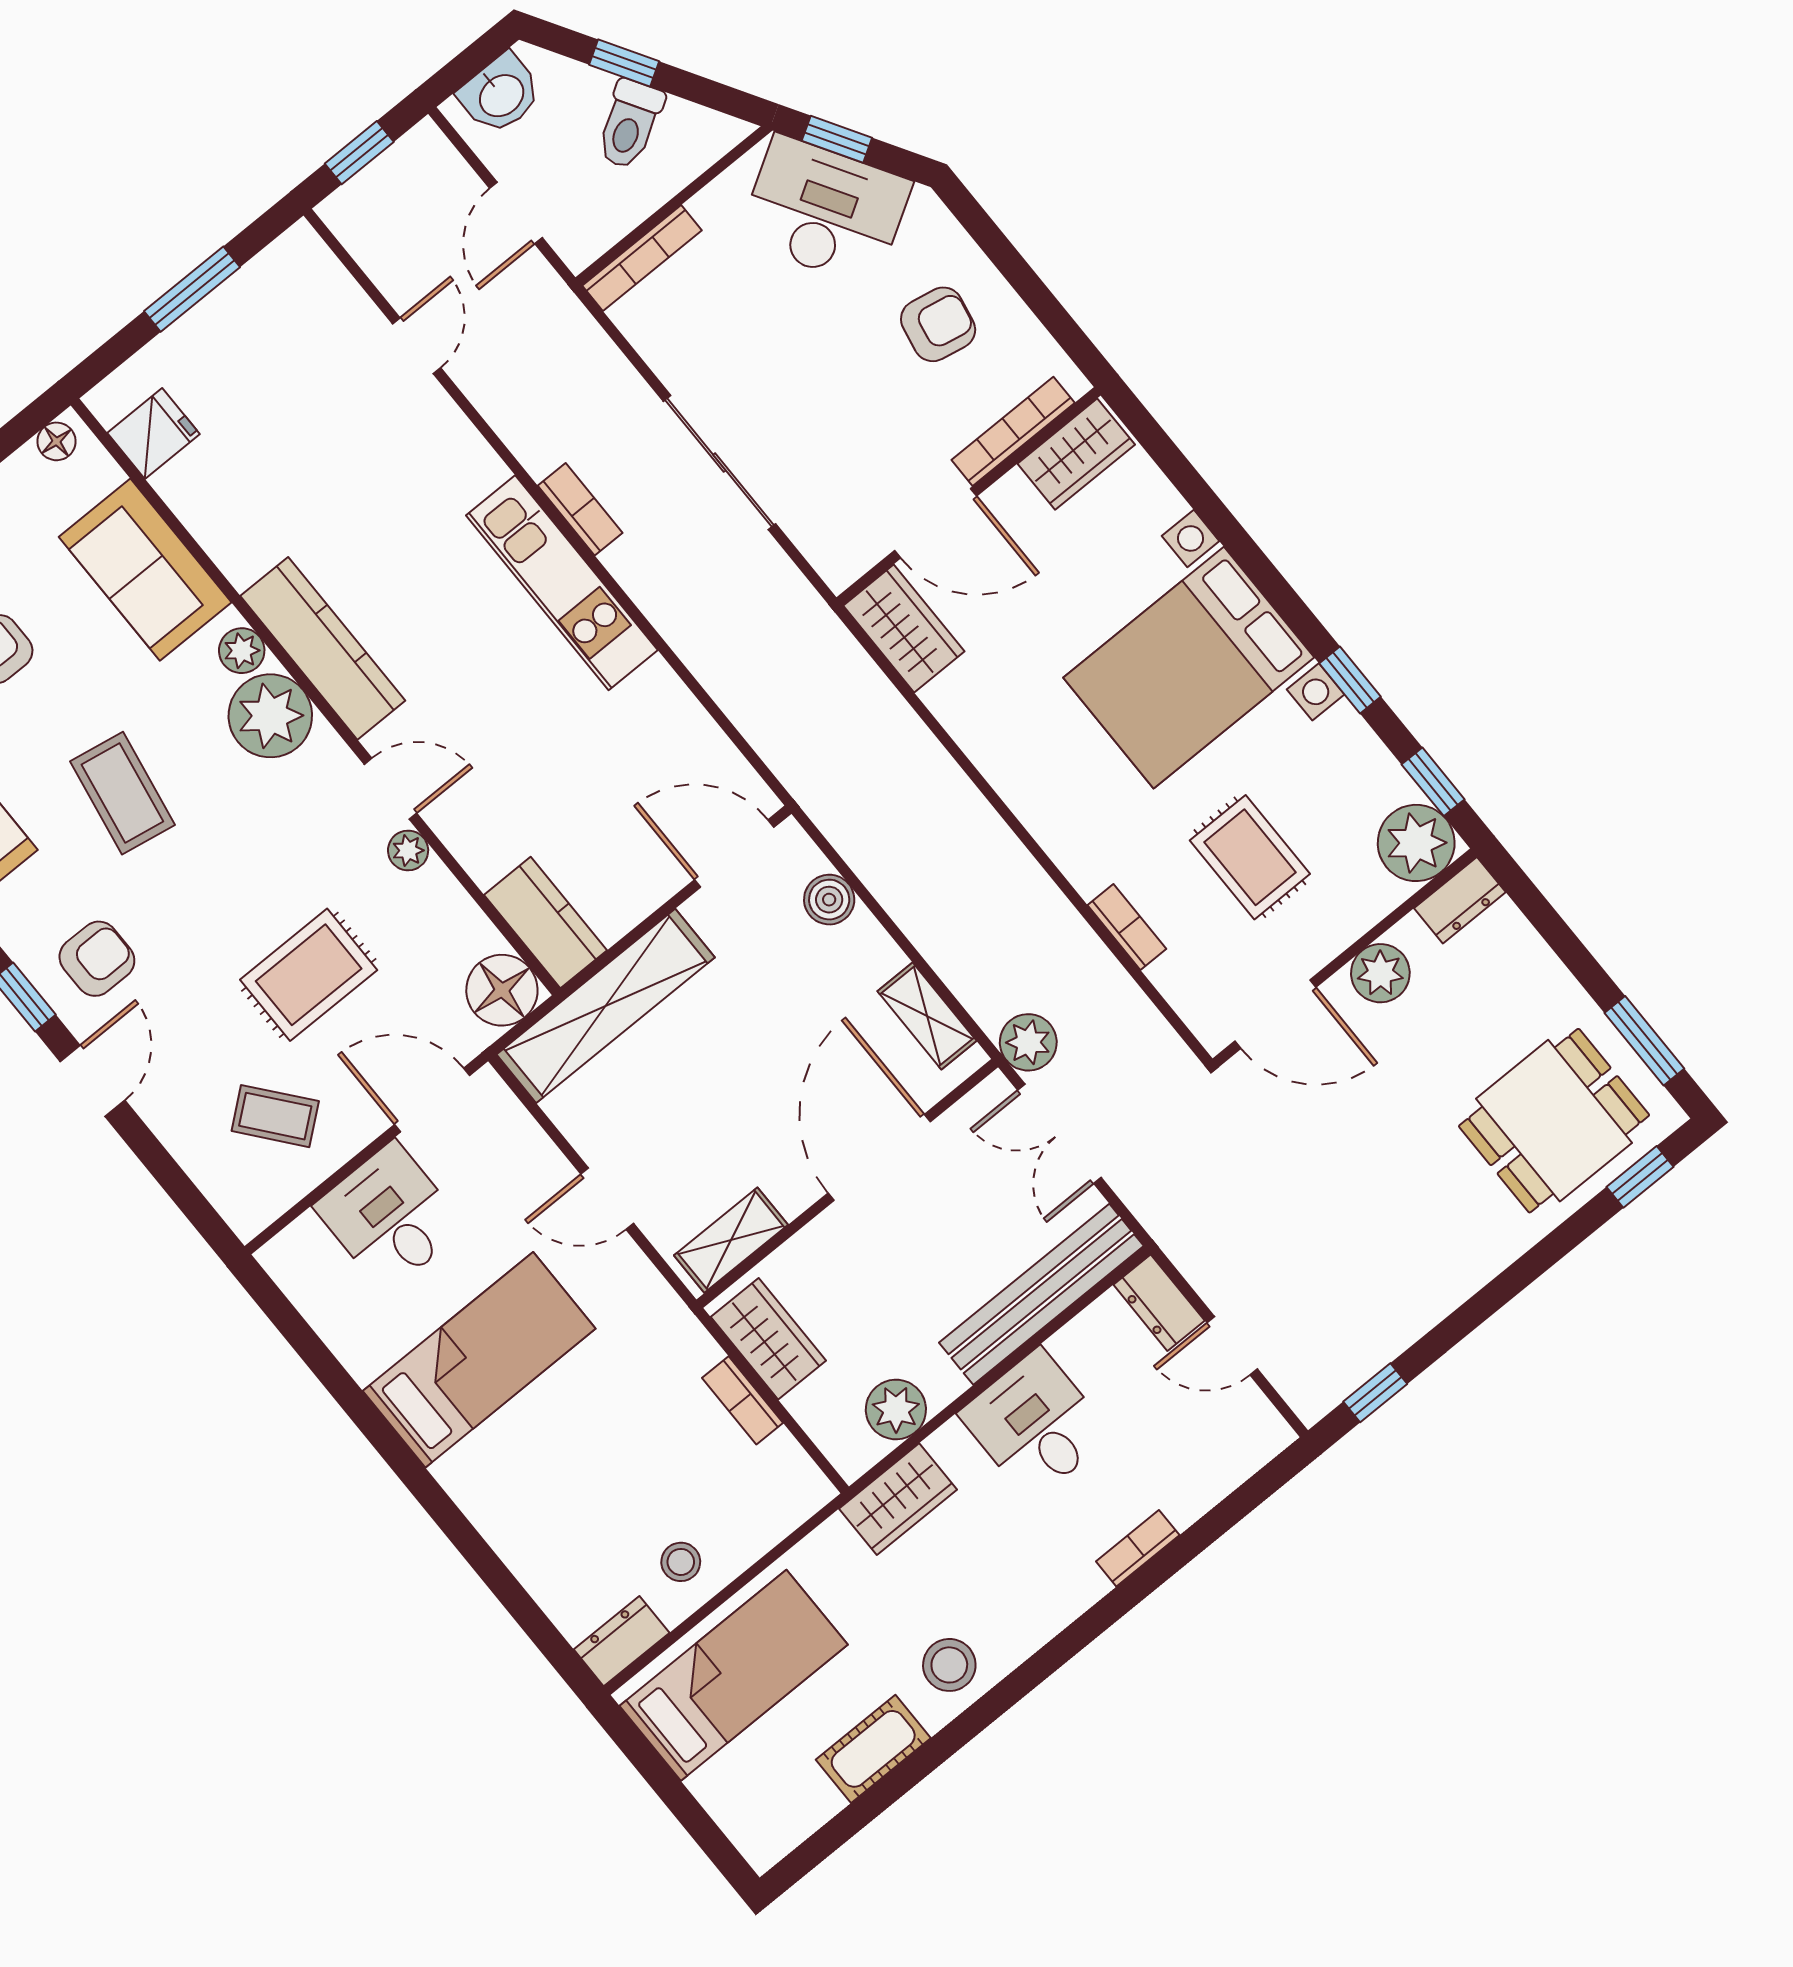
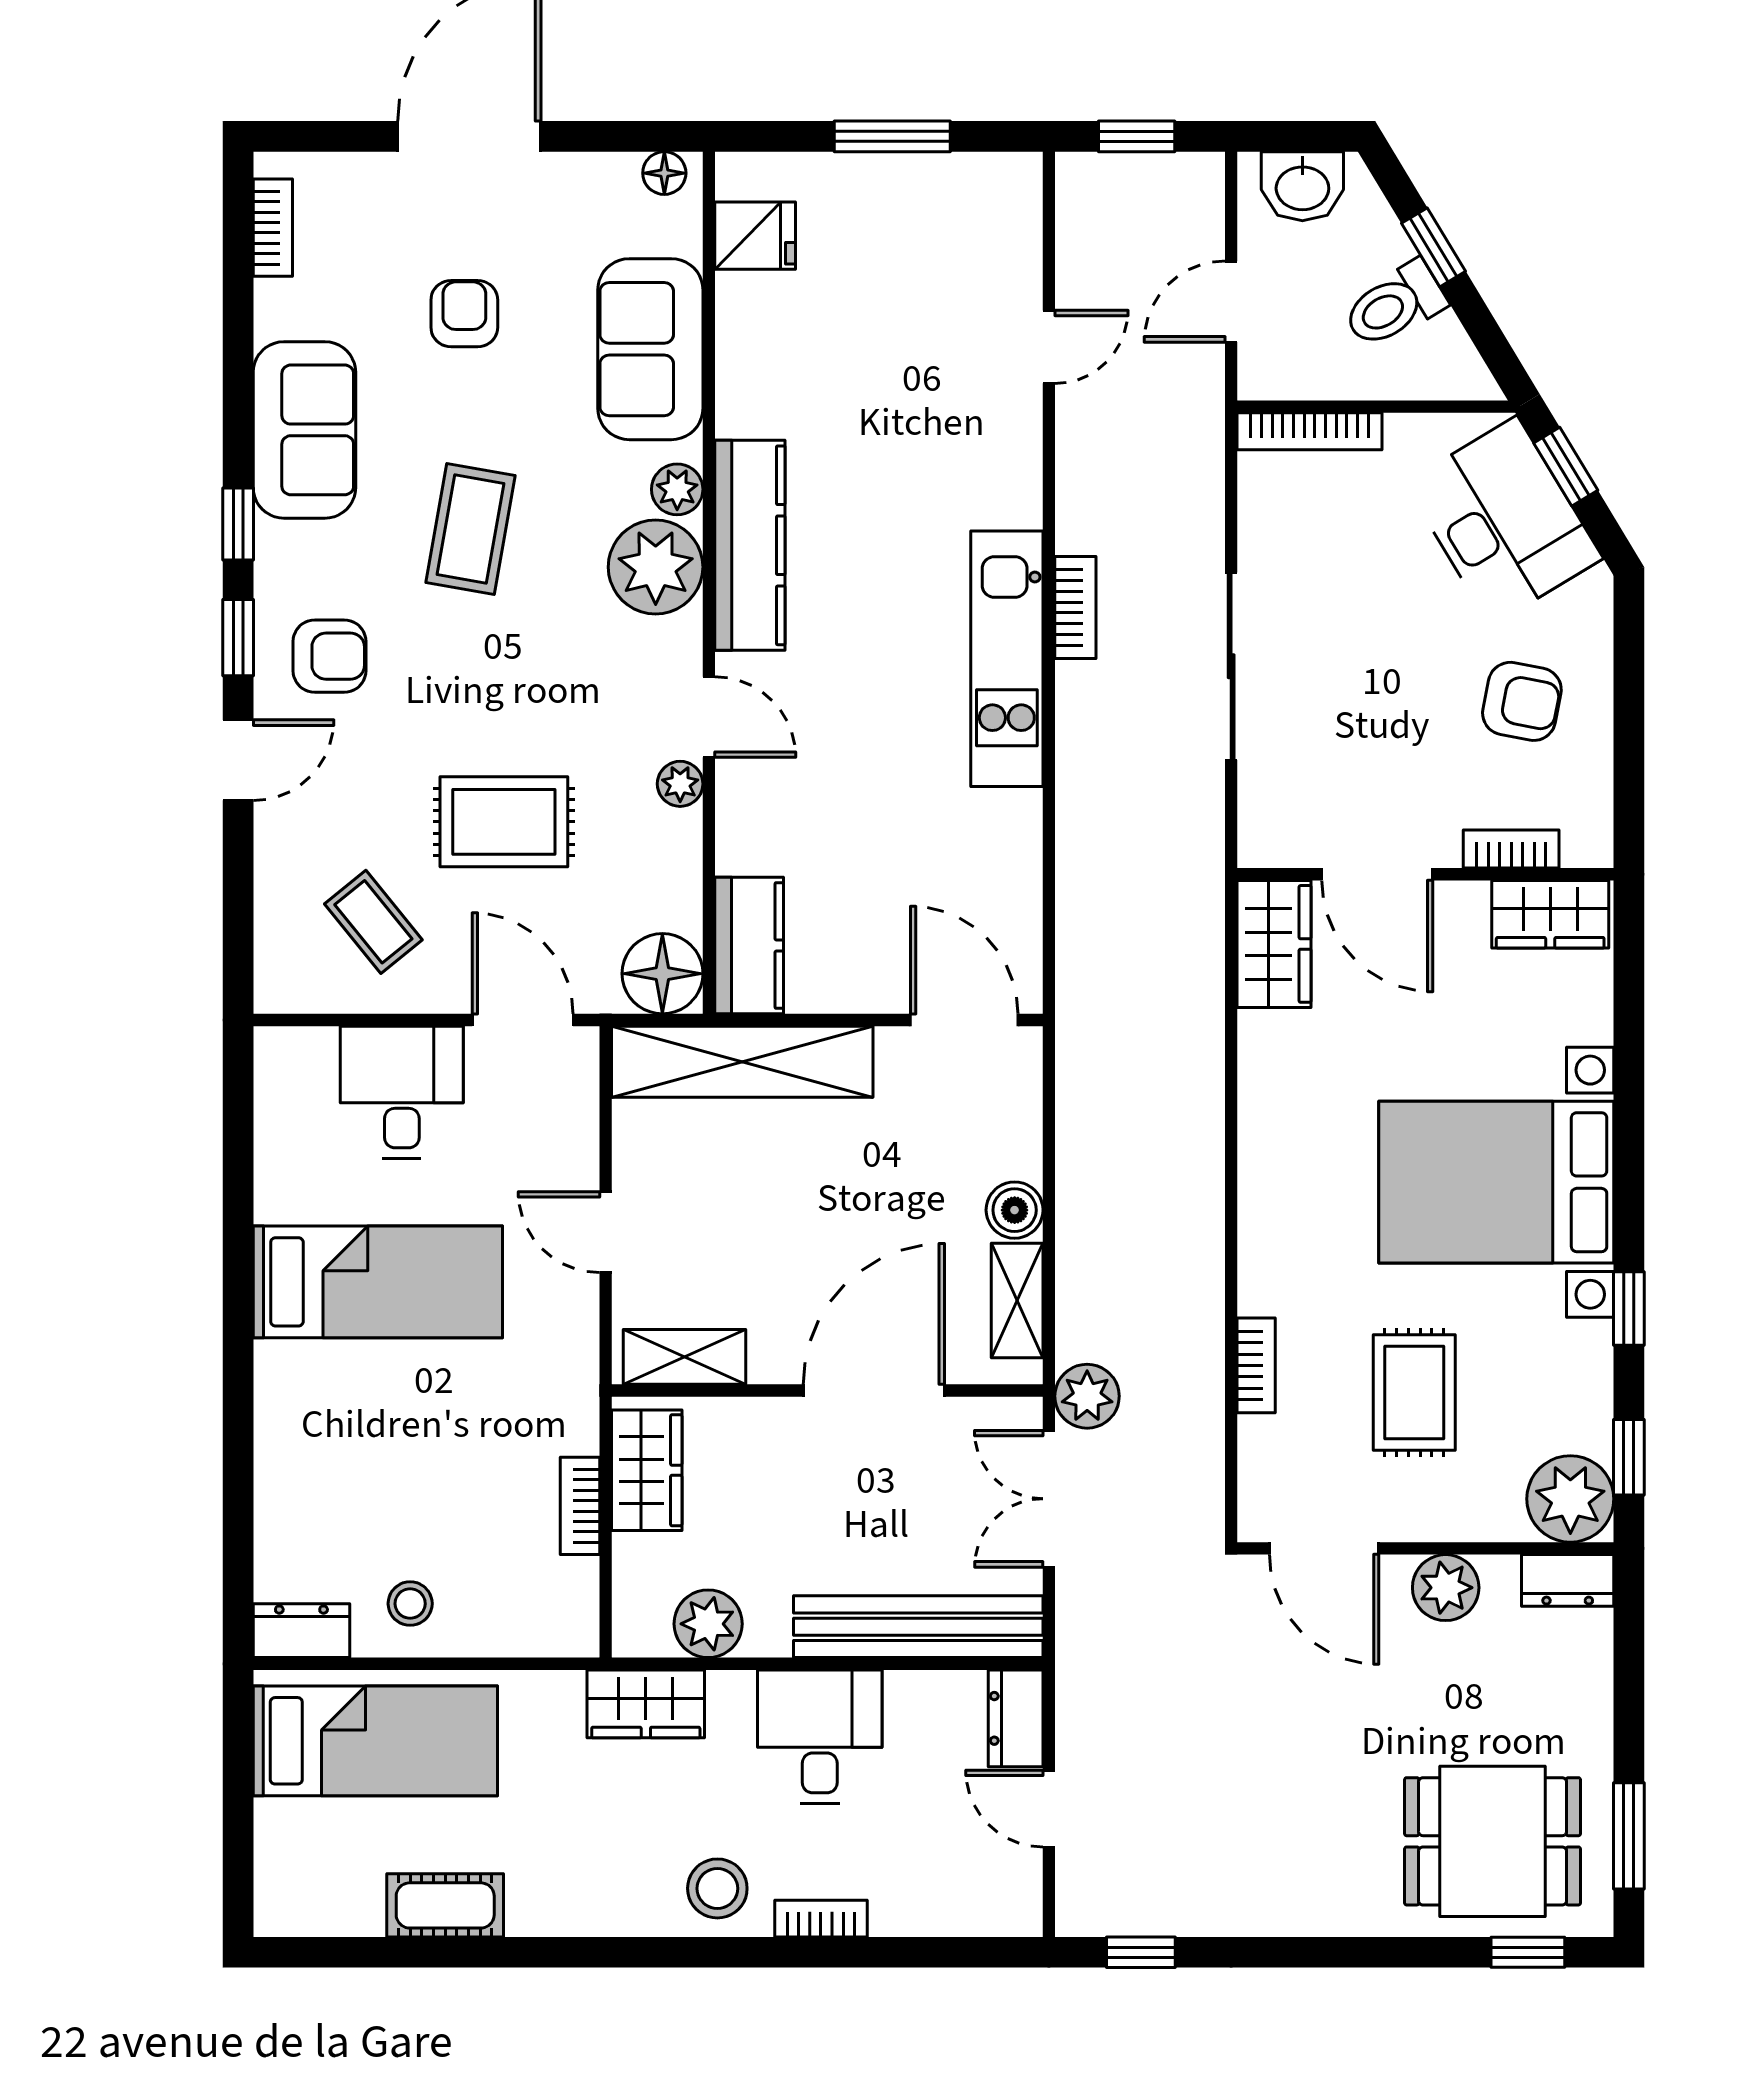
bookcase: (1013, 431) -> (1511, 849), width x0.64
boiler: (829, 900) -> (1015, 1210), moved
stool: (949, 1665) -> (717, 1888), moved

